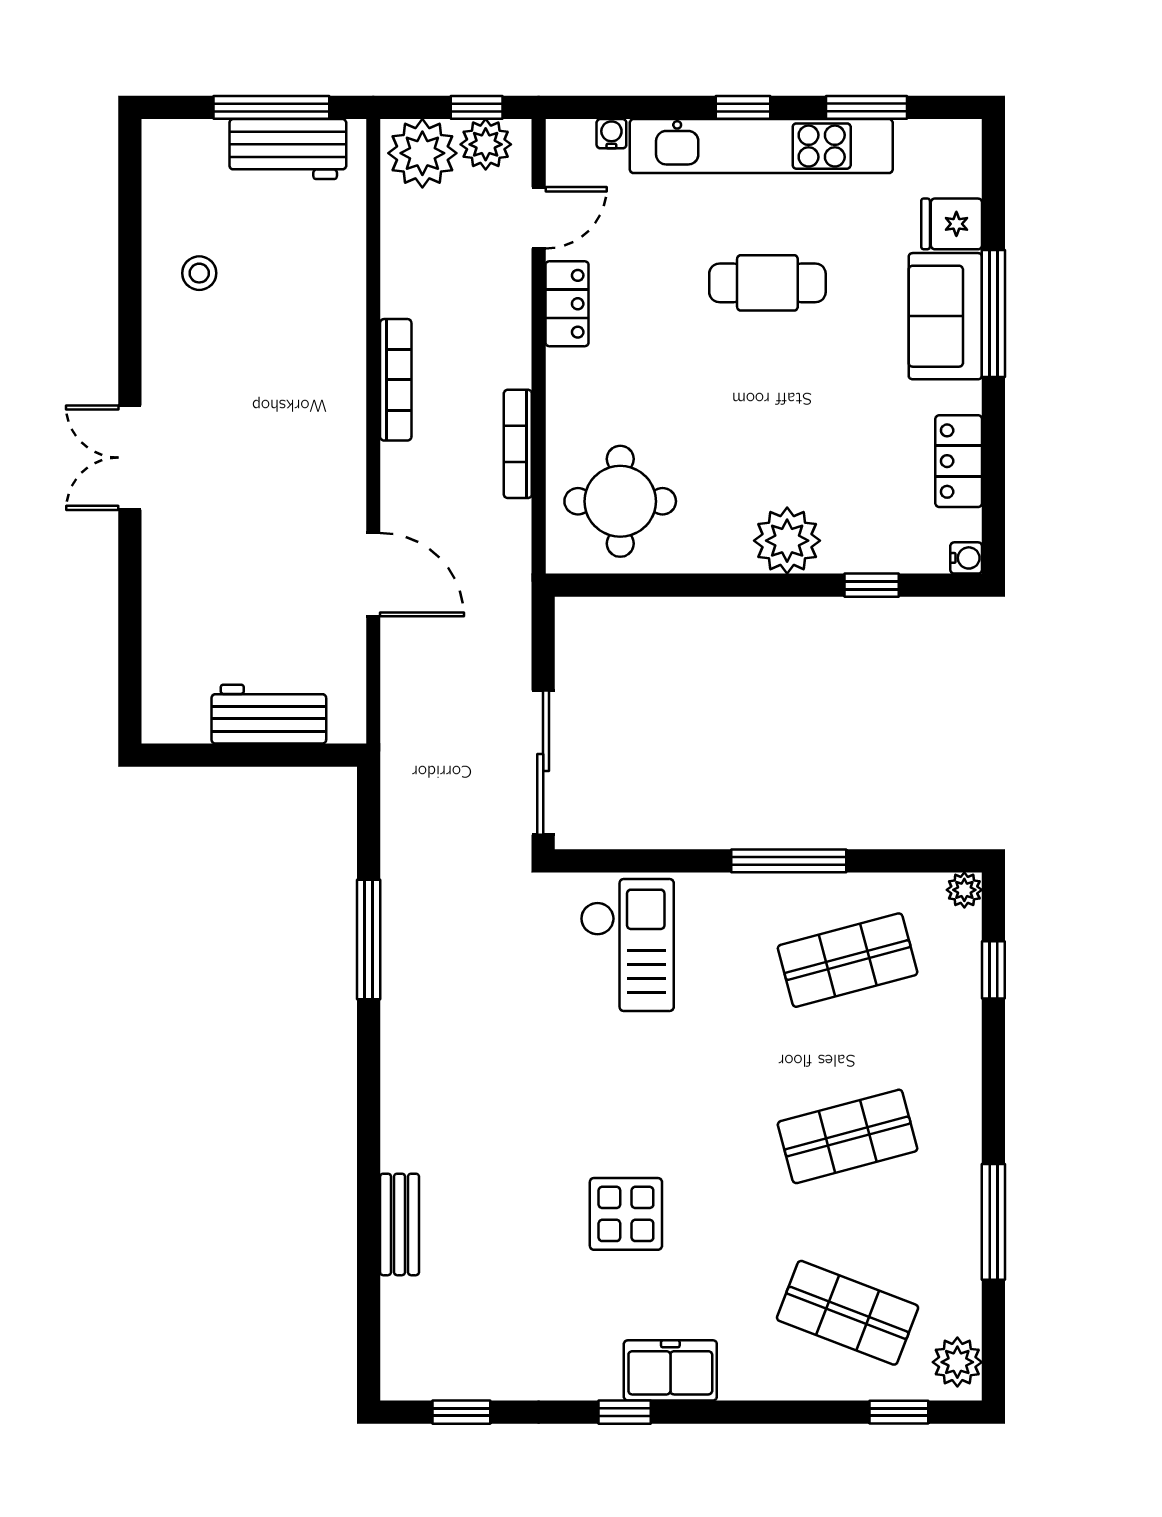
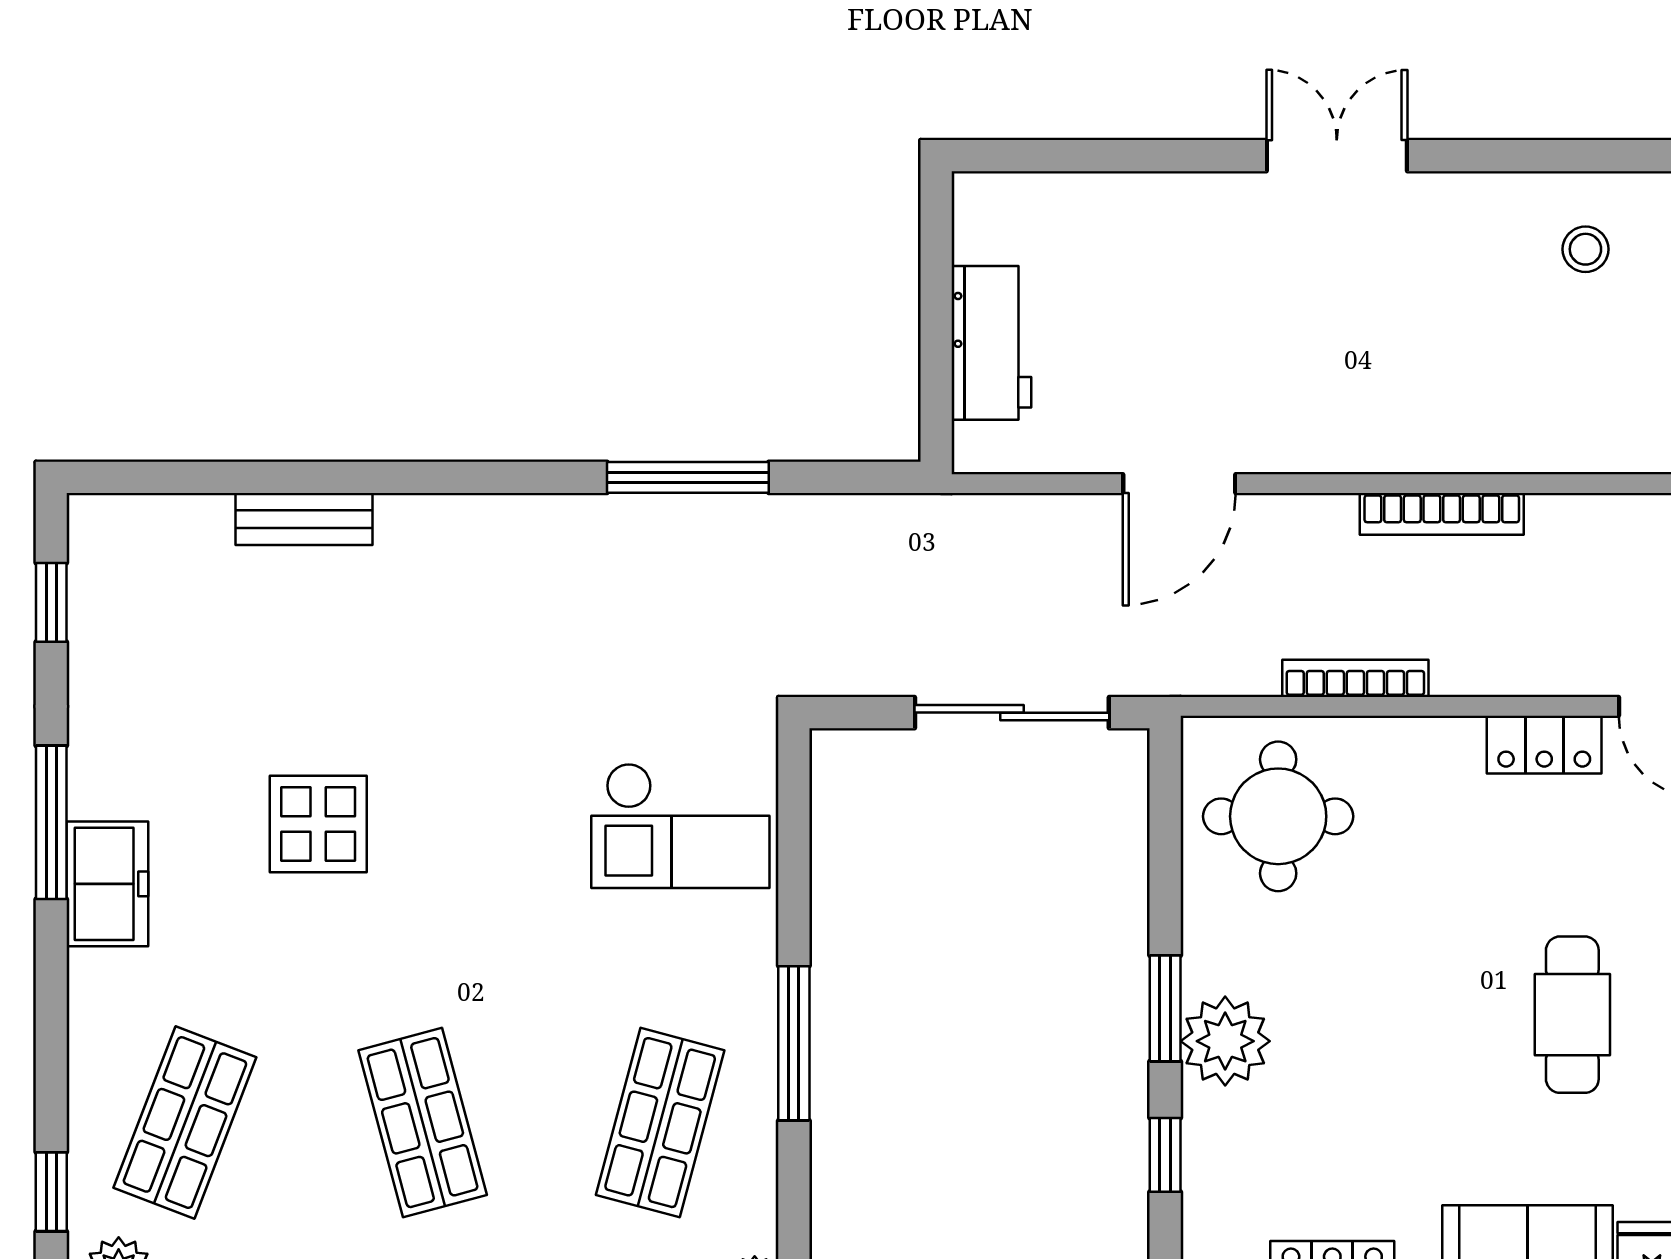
window: (763, 585) -> (1165, 1008), added
sliding door: (543, 763) -> (1012, 713), moved
shop shelf: (848, 960) -> (660, 1123), turned 30
window: (625, 1412) -> (51, 822), width x2.17

